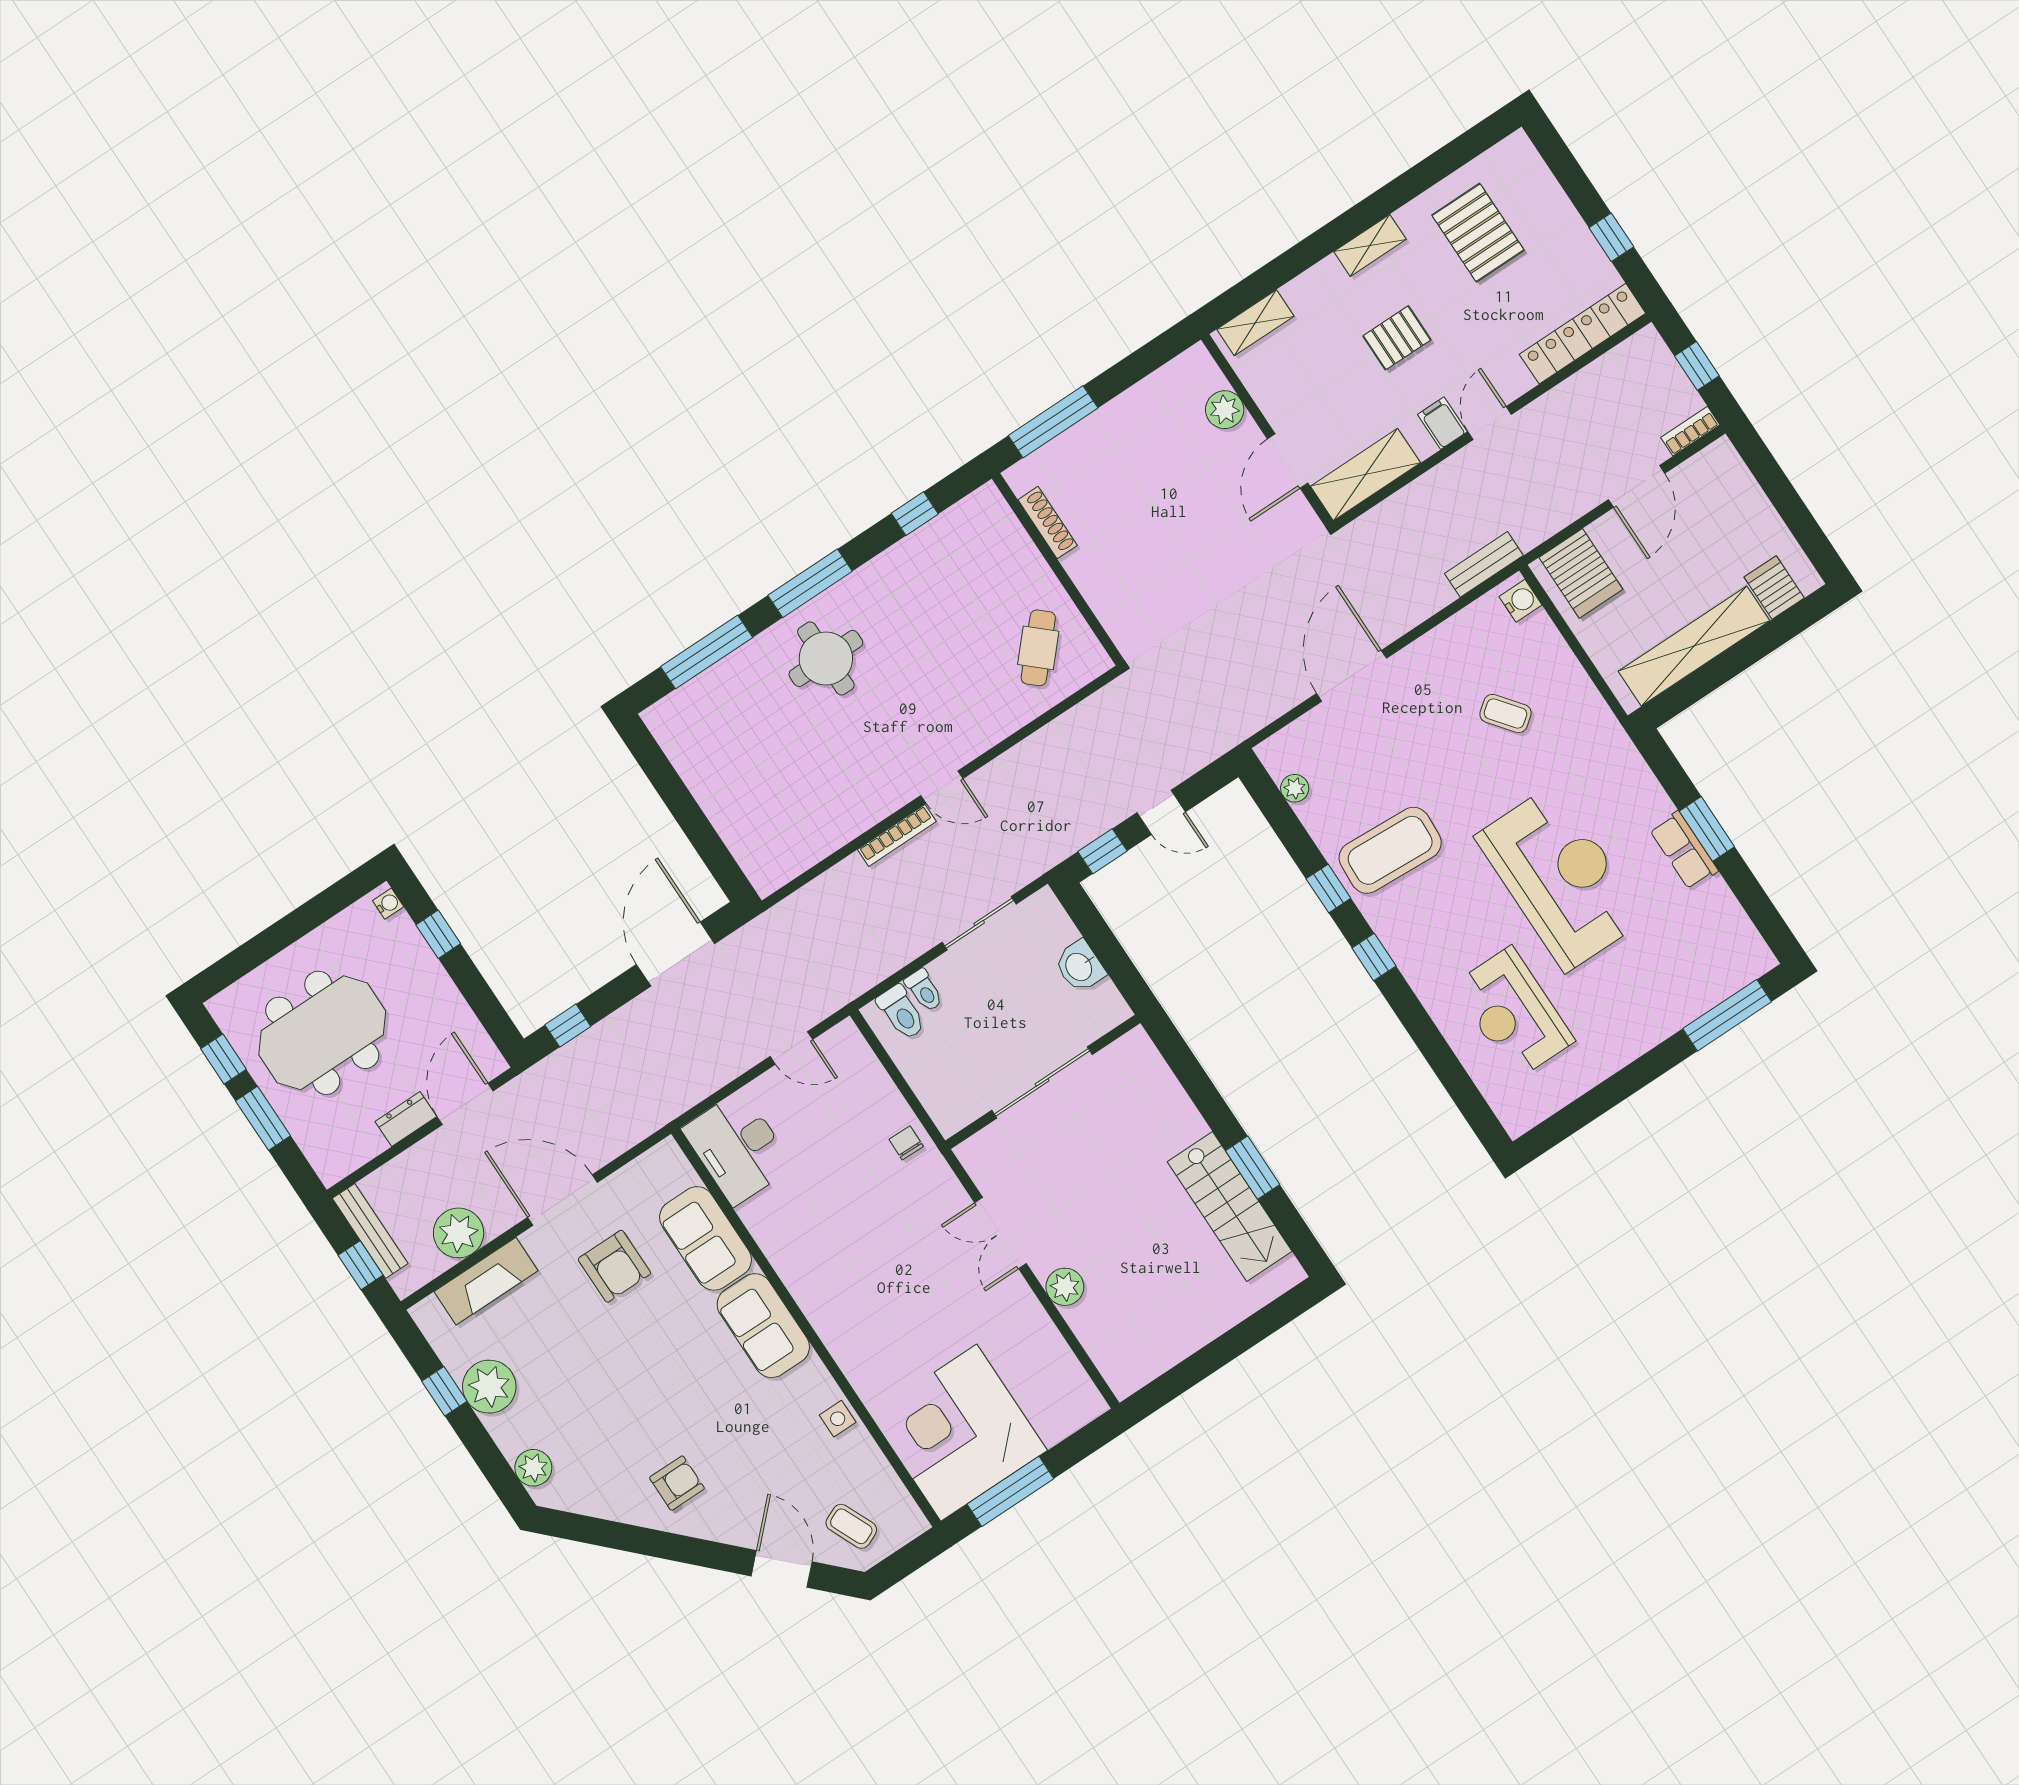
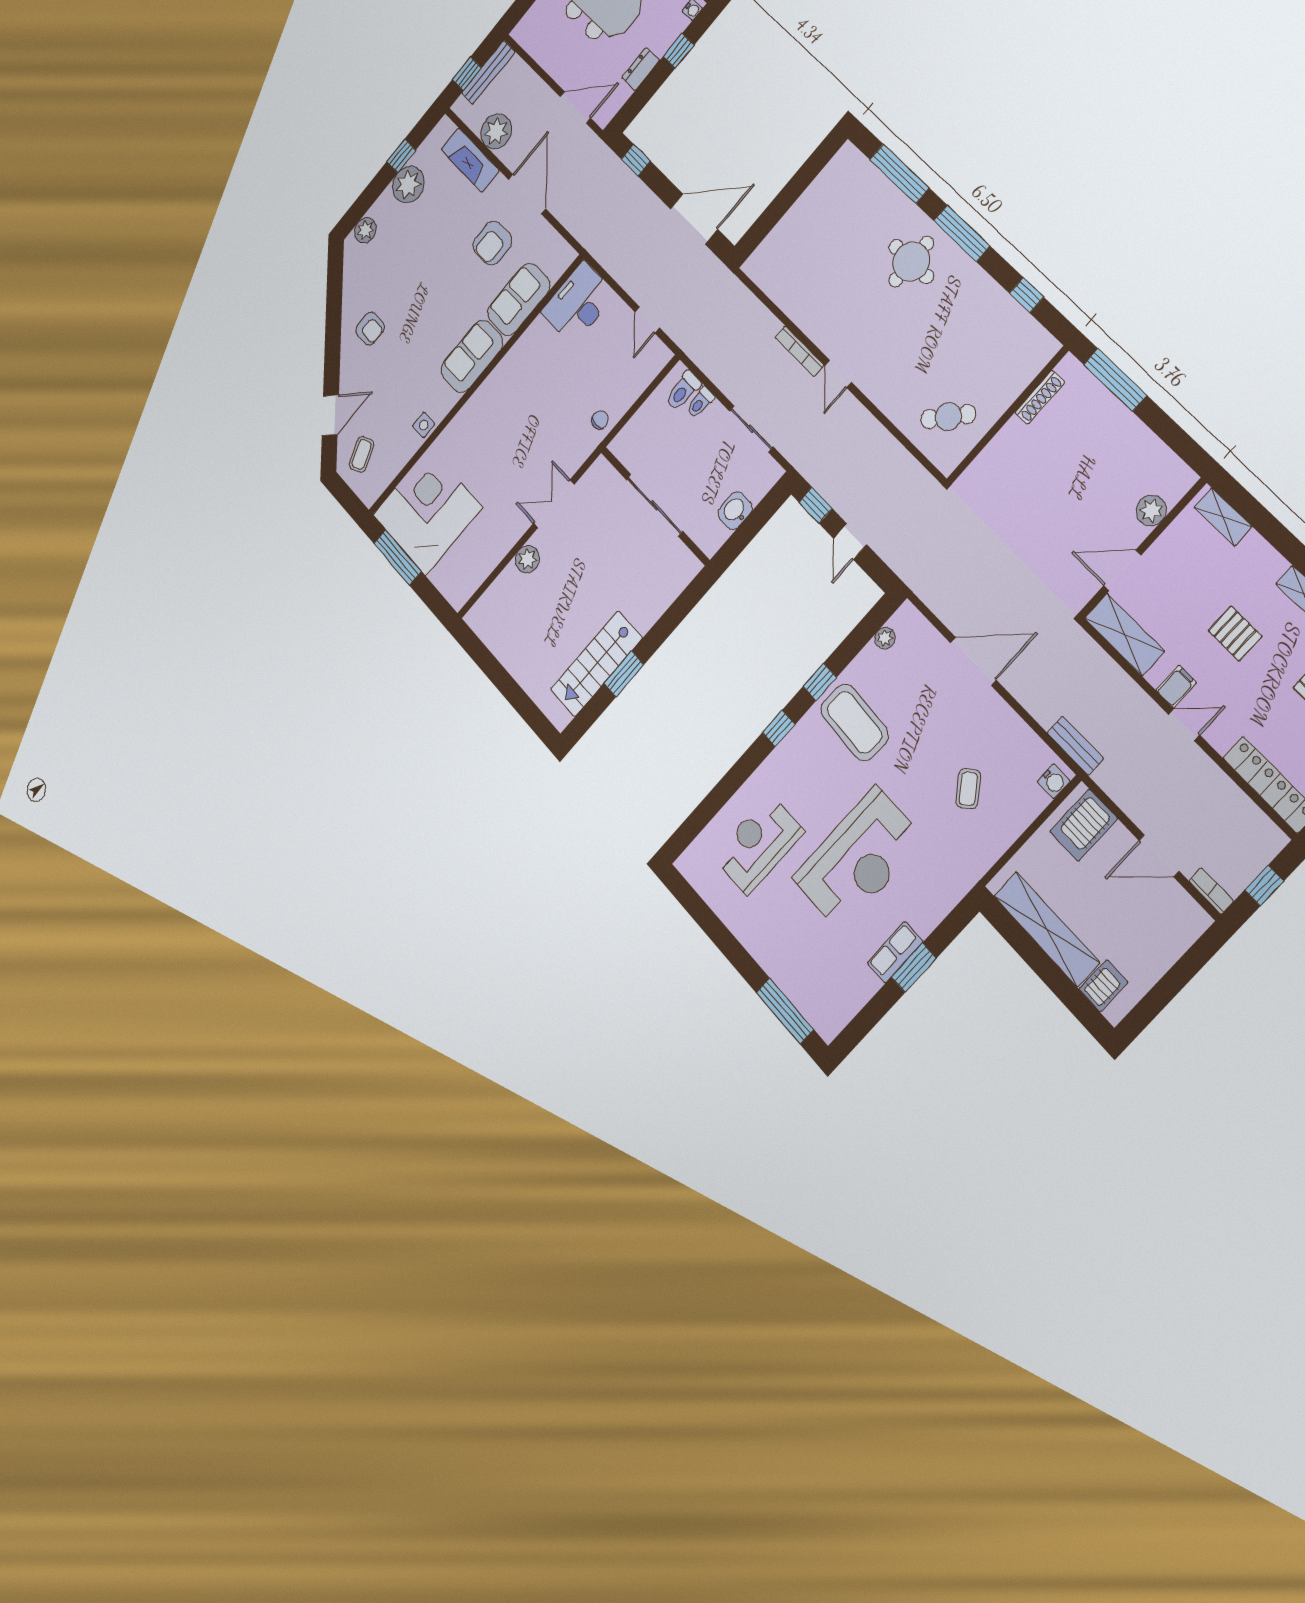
dresser: (406, 1119) -> (641, 69), moved, turned -90

